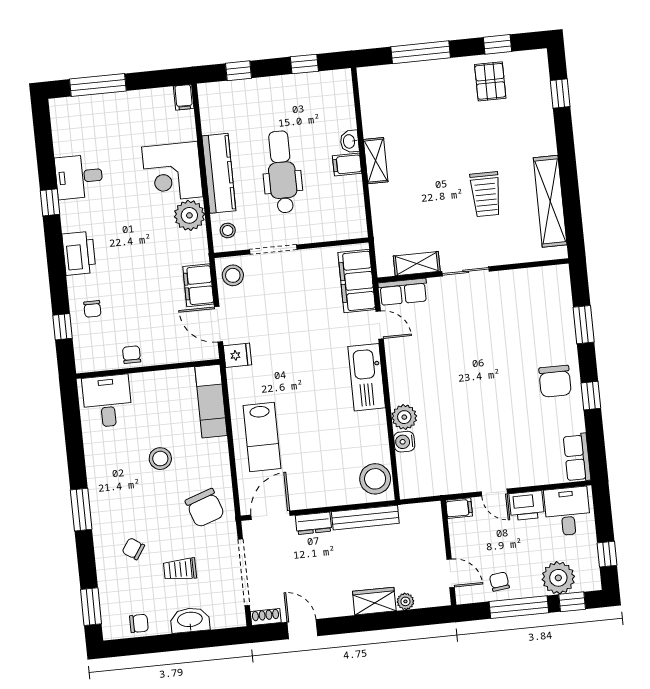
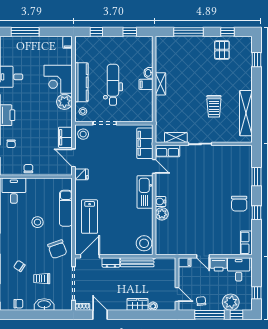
exam couch: (211, 401) -> (66, 208), moved
water cooler: (404, 442) -> (161, 202), moved

